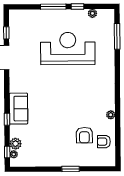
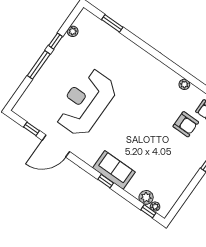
window: (117, 36) -> (112, 23), width x0.69
reception desk: (68, 48) -> (86, 102), moved
window: (7, 119) -> (106, 181), moved

